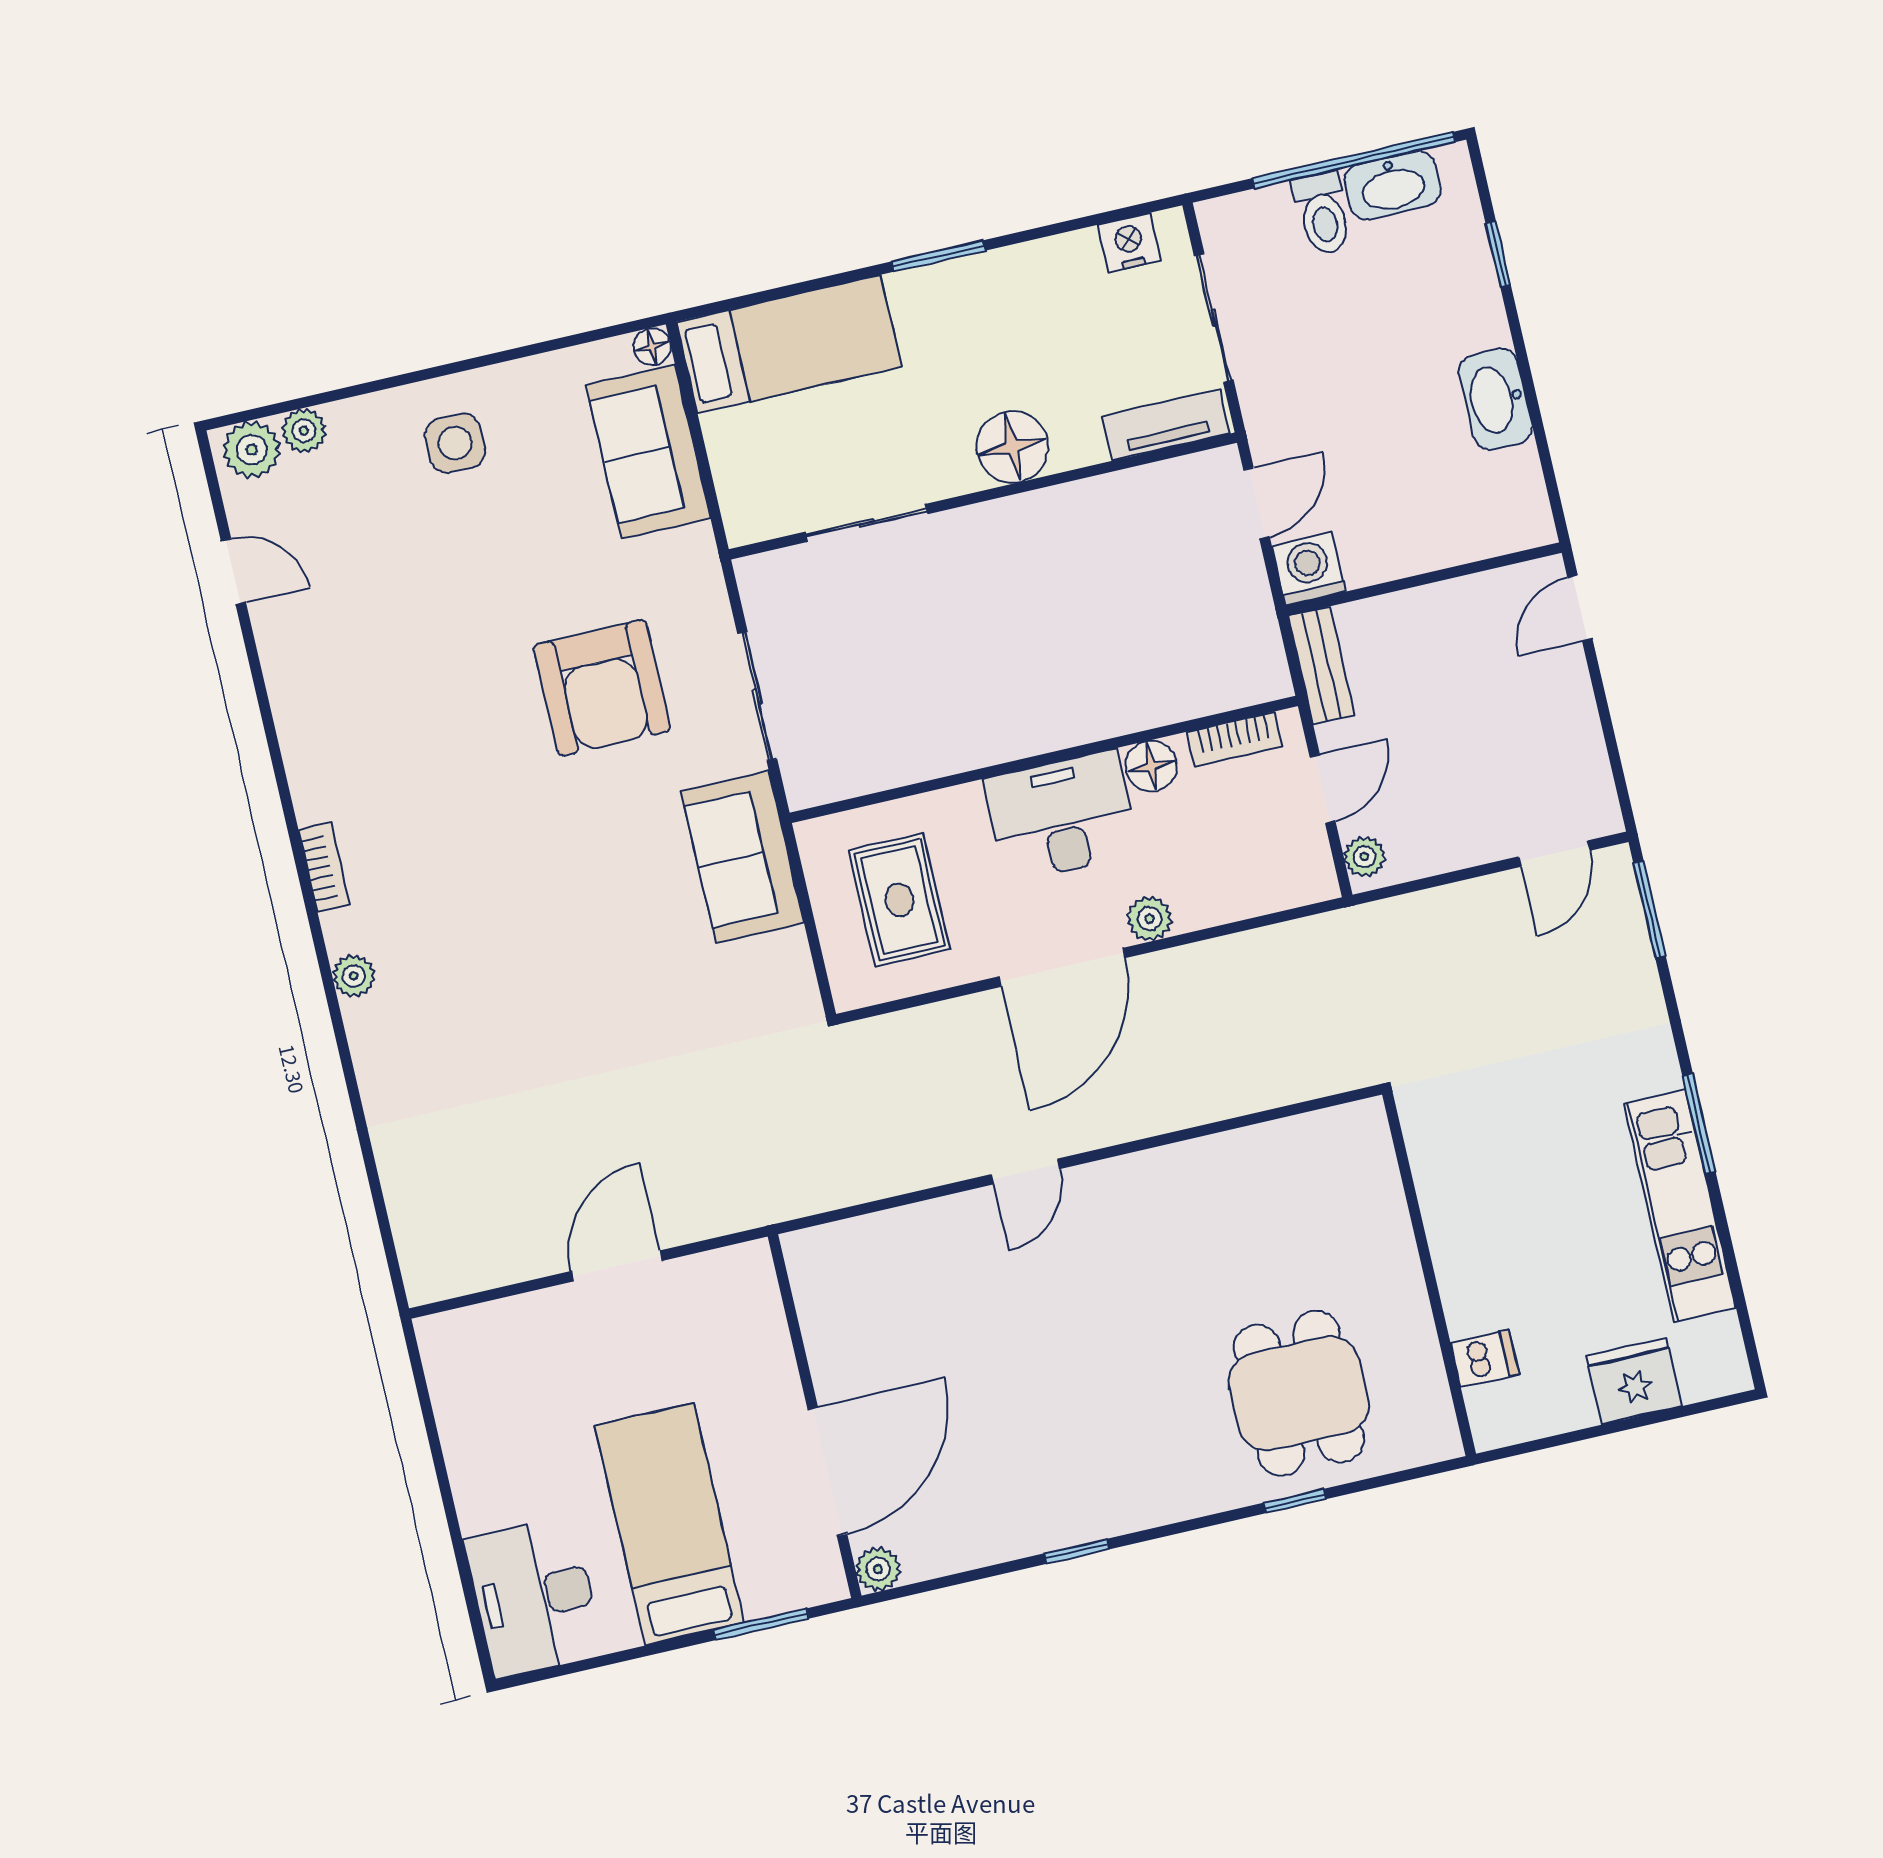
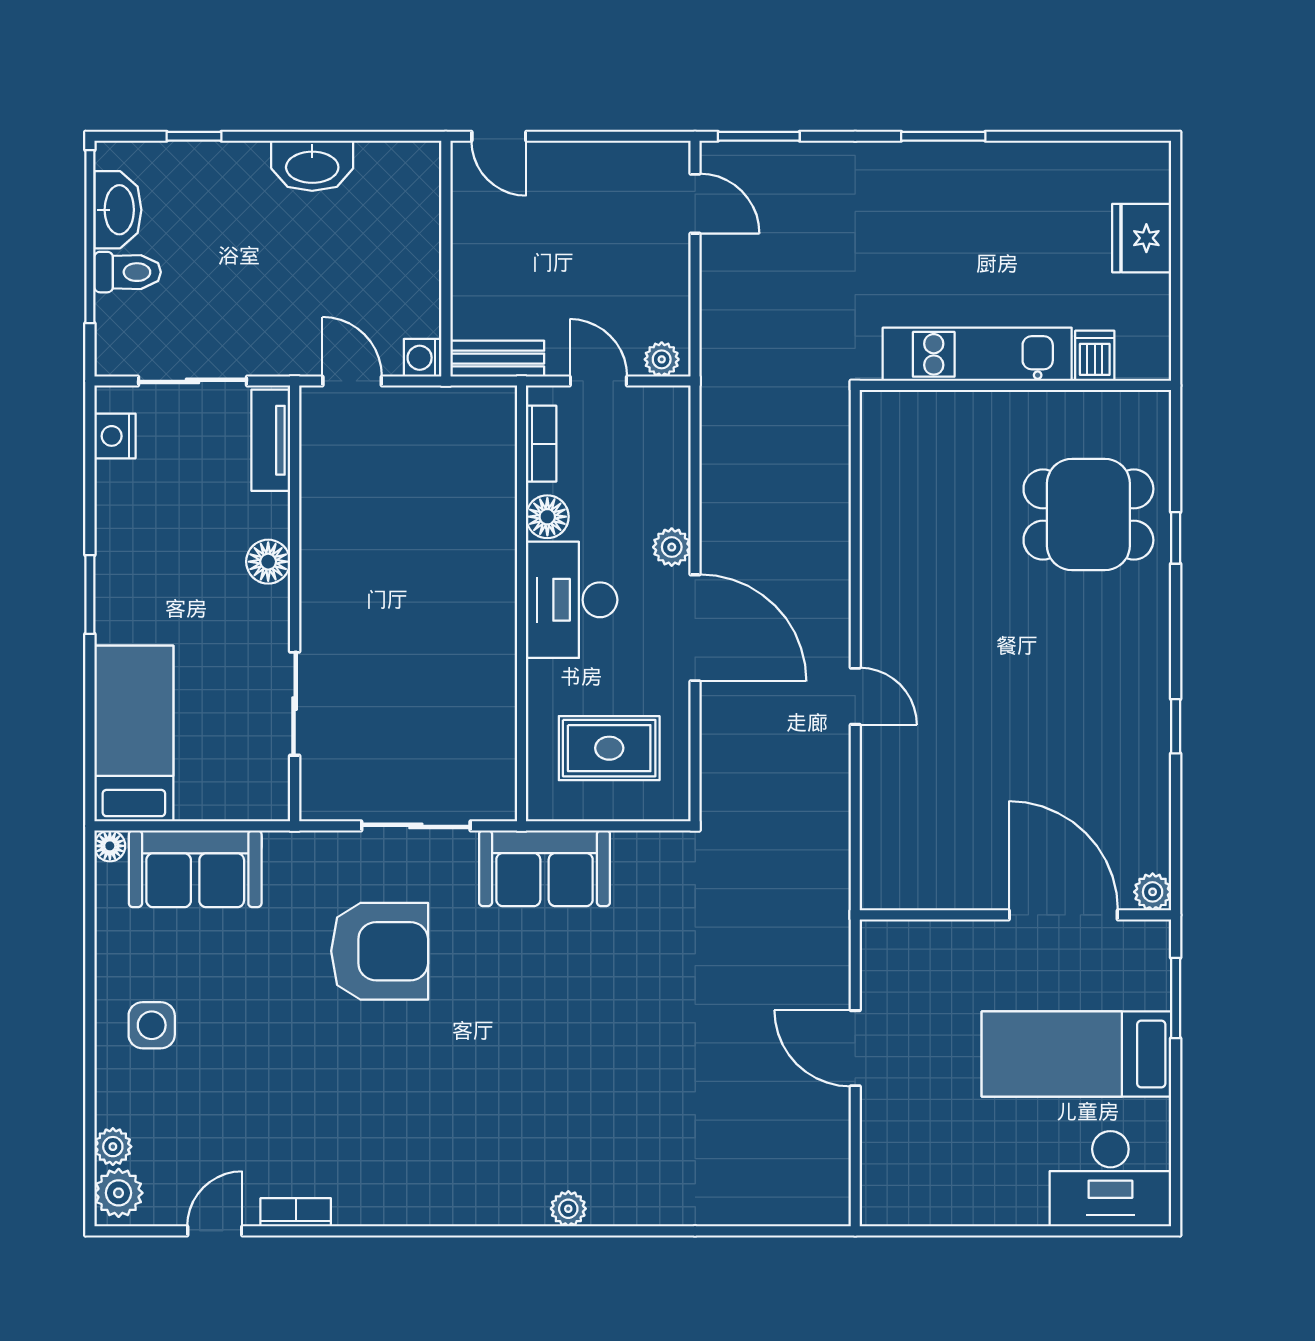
floor lamp: (1013, 447) -> (268, 562), width x0.73, depth x0.73
washing machine: (1309, 569) -> (423, 358), width x0.73, depth x0.73
bookcase: (324, 867) -> (296, 1212), moved
kitchen unit: (1680, 1206) -> (977, 354), moved, turned 180

